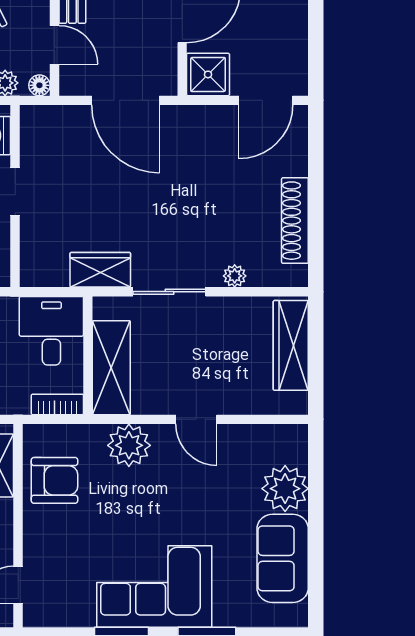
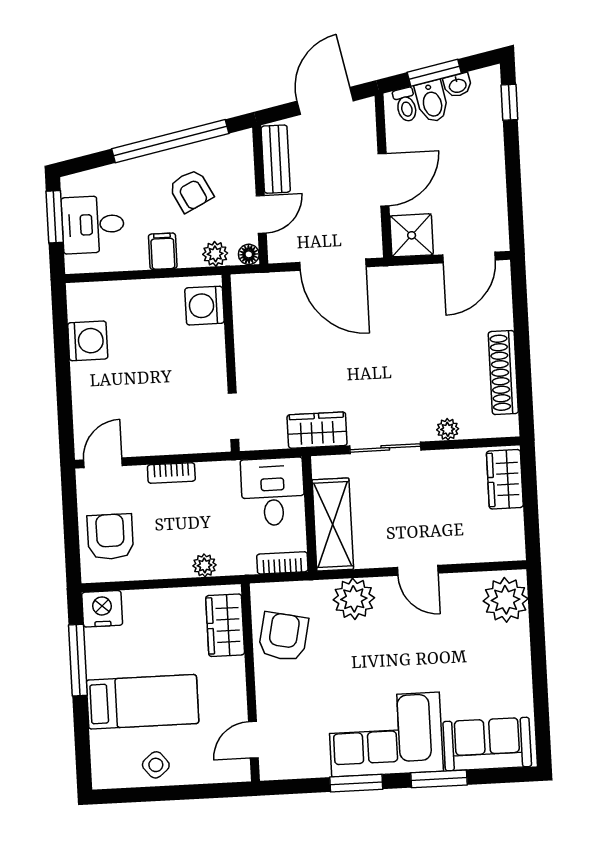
door: (55, 45) -> (261, 214), hinge flipped
doorway: (15, 191) -> (233, 416), moved
wardrobe: (291, 345) -> (505, 479), width x0.67
armchair: (55, 480) -> (283, 637), turned -78
plant: (285, 489) -> (506, 600), moved
sofa: (283, 558) -> (487, 744), moved, turned 90

